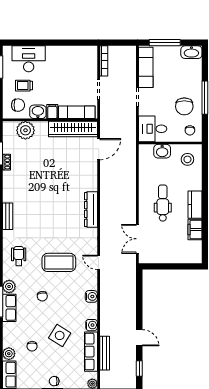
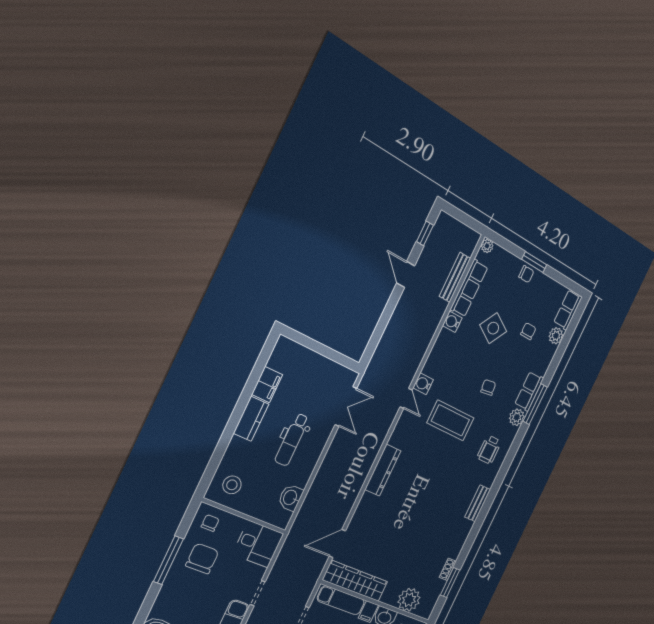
washbasin: (162, 151) -> (291, 498), moved, turned -90
water cooler: (91, 296) -> (423, 384), moved

